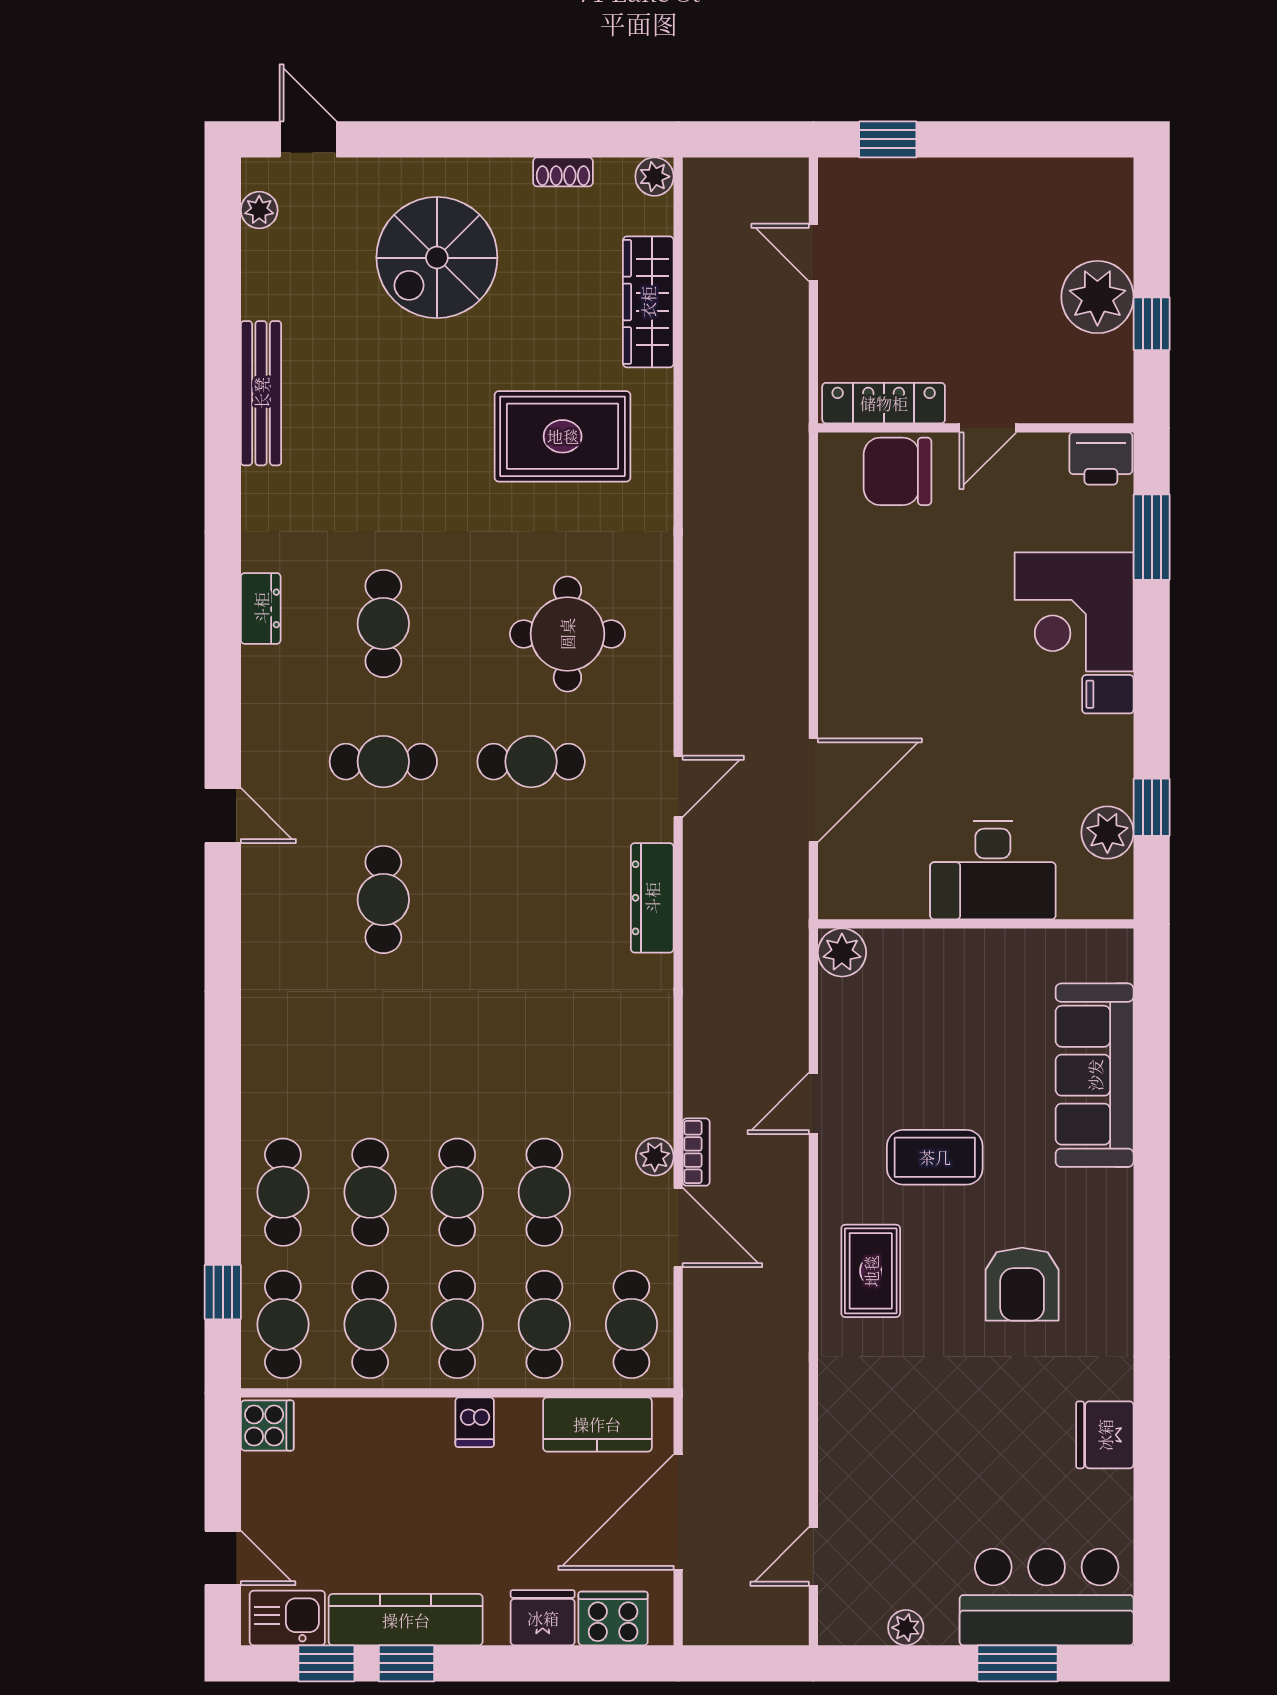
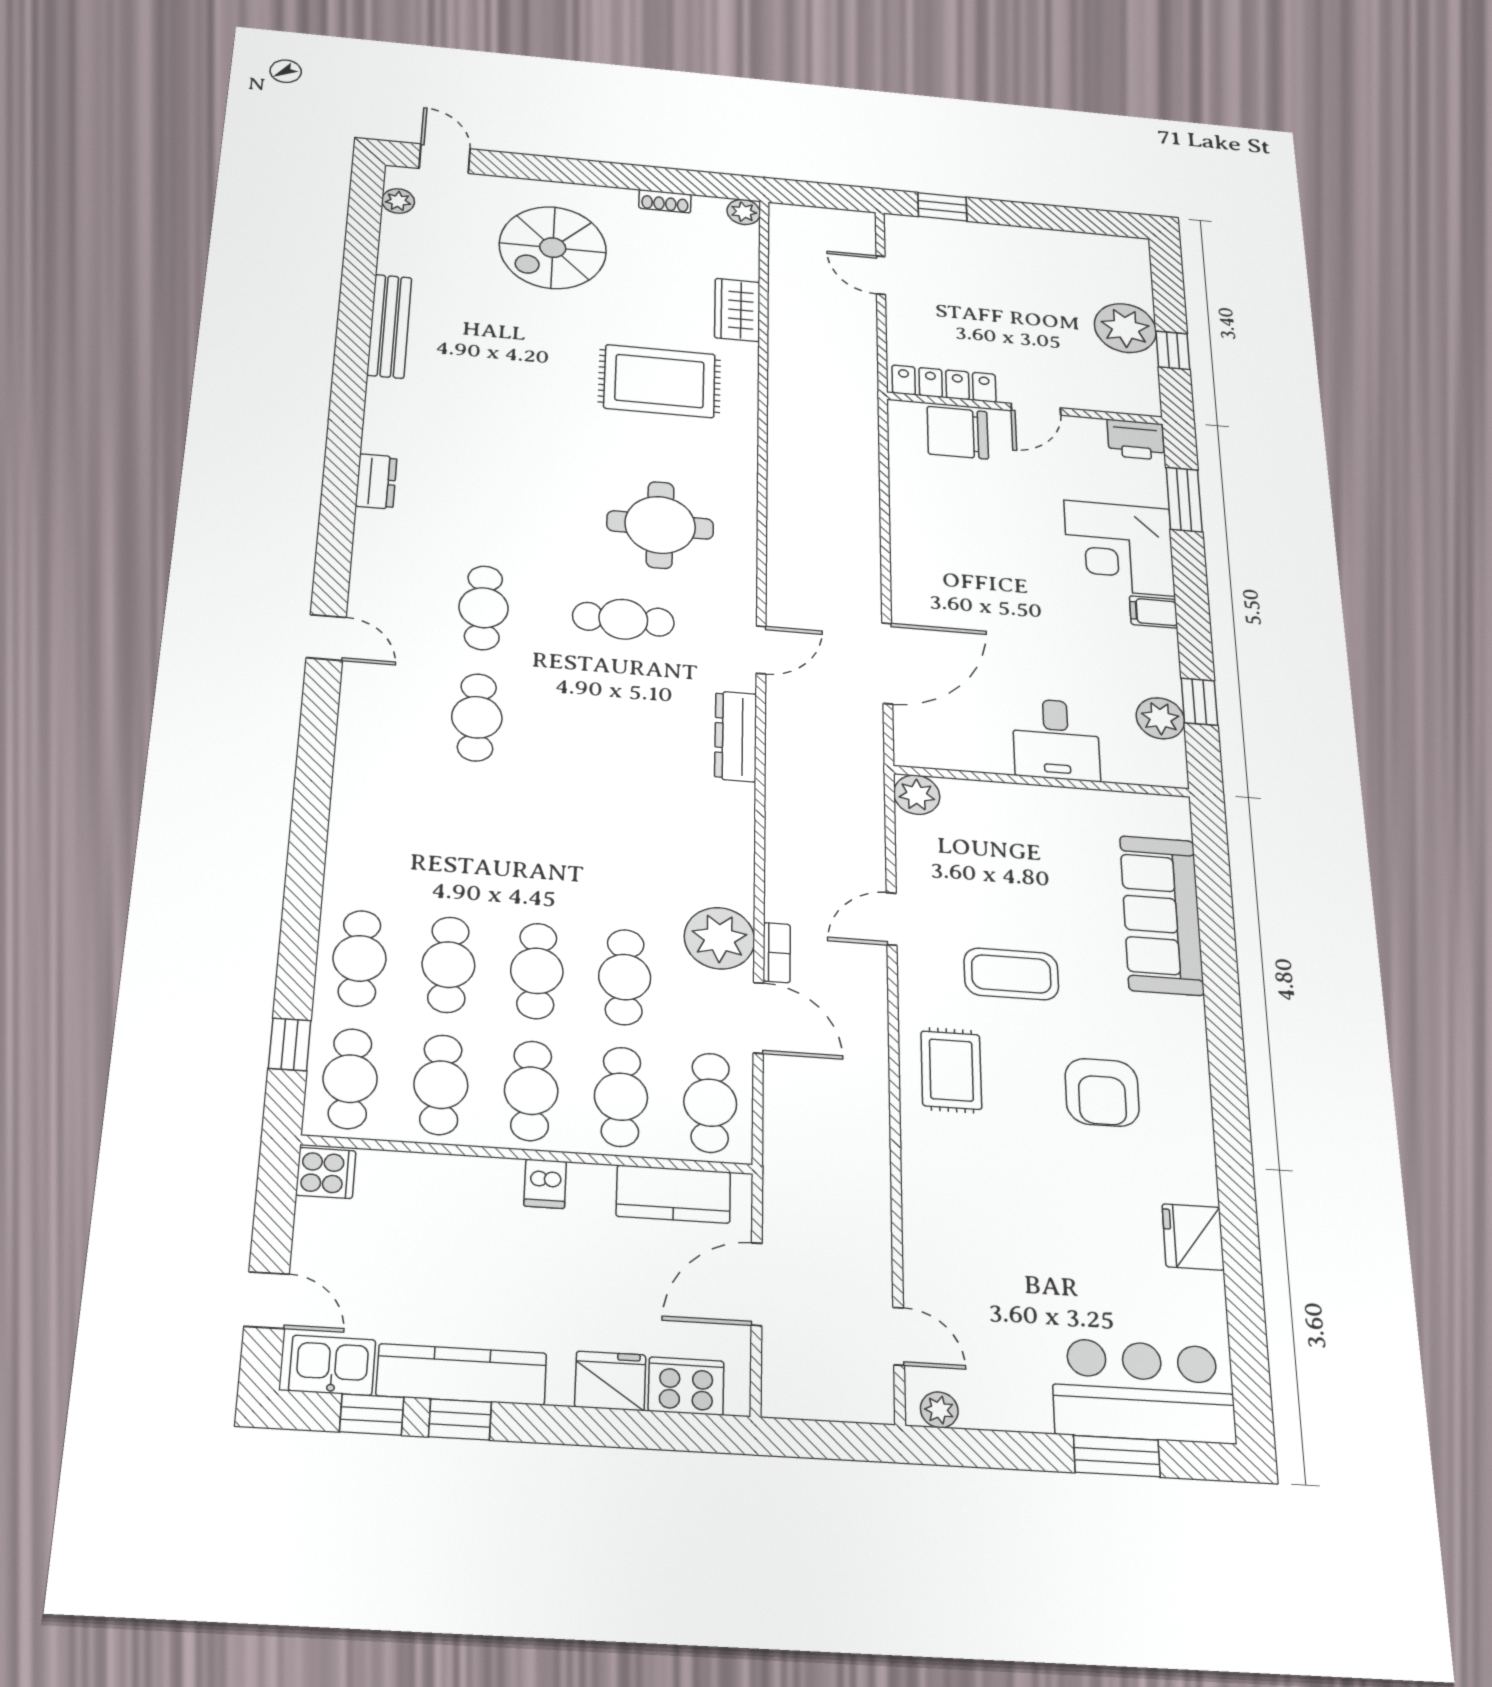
wardrobe: (648, 302) -> (737, 310), width x0.67
cafe table: (383, 624) -> (490, 503), removed
cafe table: (383, 762) -> (483, 608), turned 90
desk: (993, 870) -> (1056, 739), width x0.73
plant: (655, 1157) -> (719, 938), width x1.88, depth x1.88
door: (678, 1512) -> (757, 1284), width x0.73
door: (813, 1556) -> (899, 1336), swing flipped
plant: (906, 1628) -> (939, 1410), moved

